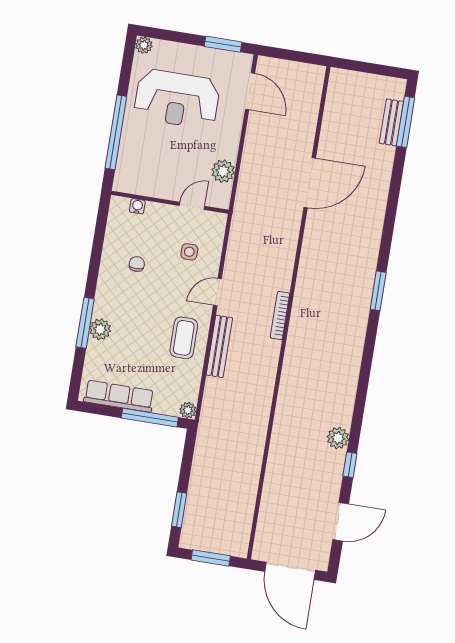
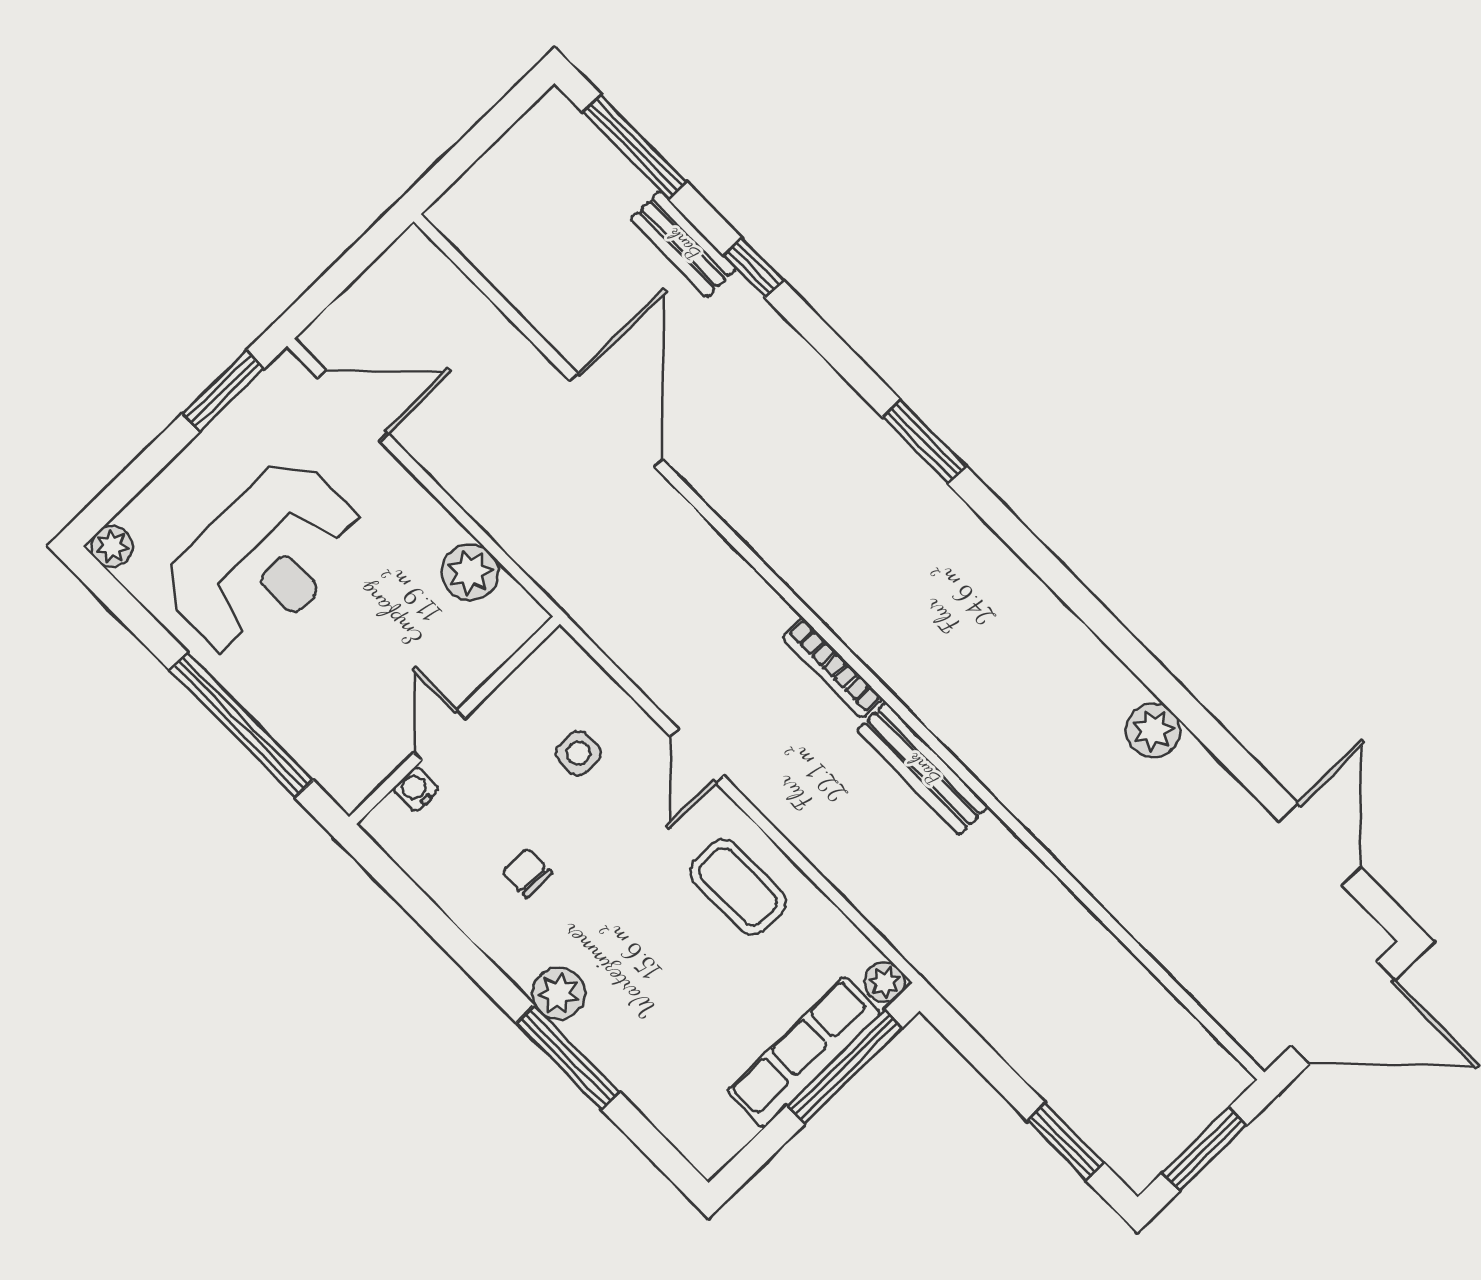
bench: (391, 122) -> (683, 244), moved
door: (192, 206) -> (440, 735), moved
plant: (100, 329) -> (559, 993), moved
bench: (219, 346) -> (923, 769), moved
row of seats: (119, 396) -> (804, 1052), moved
window: (350, 465) -> (753, 268), moved

